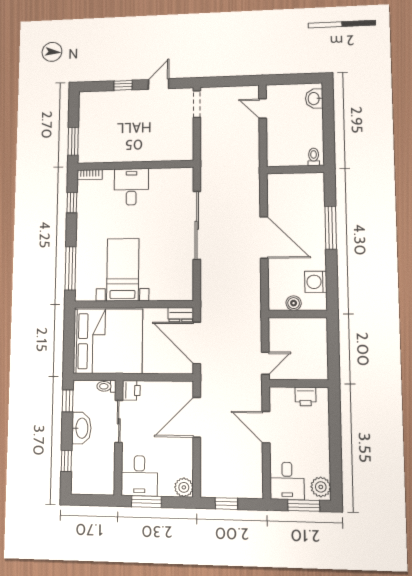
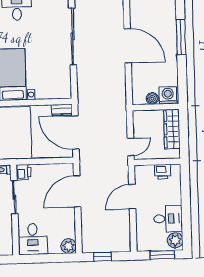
washing machine: (316, 282) -> (168, 95), moved, turned 90
wardrobe: (318, 342) -> (172, 129), added
door: (266, 427) -> (132, 197), hinge flipped
desk: (287, 481) -> (168, 219), moved, turned -90
window: (146, 502) -> (39, 259), removed

